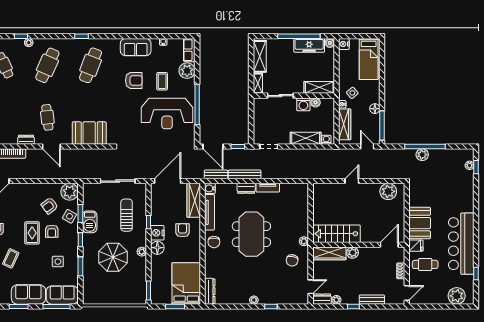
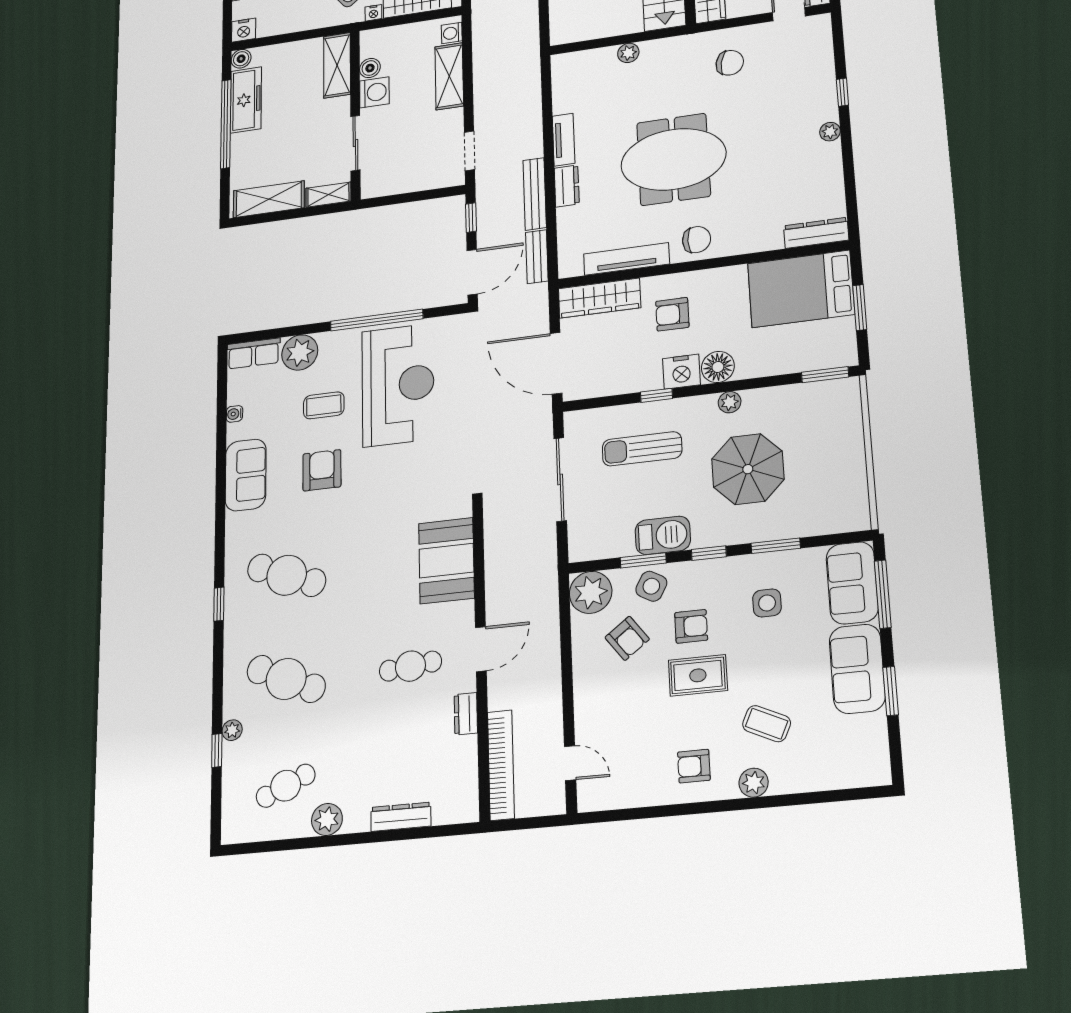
water cooler: (210, 188) -> (570, 266), removed
plant: (304, 241) -> (628, 53), moved

